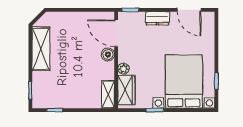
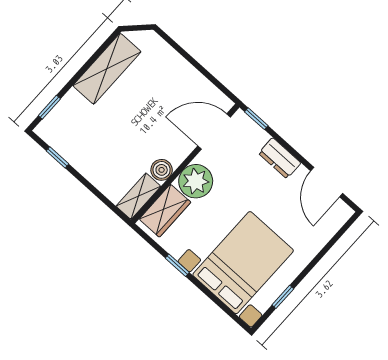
door: (116, 33) -> (214, 131), hinge flipped
boiler: (108, 55) -> (162, 170), moved
plant: (123, 69) -> (196, 181), width x1.88, depth x1.88

